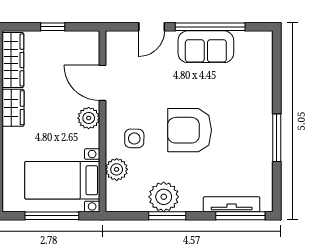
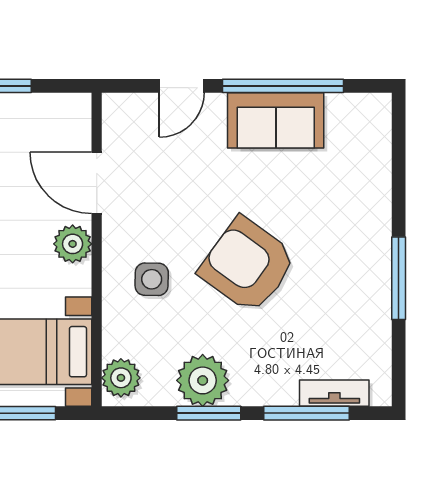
armchair: (190, 130) -> (247, 265), turned 36
plant: (117, 169) -> (121, 378), moved
tv unit: (232, 204) -> (334, 393), width x0.71
window: (240, 216) -> (307, 413), moved

